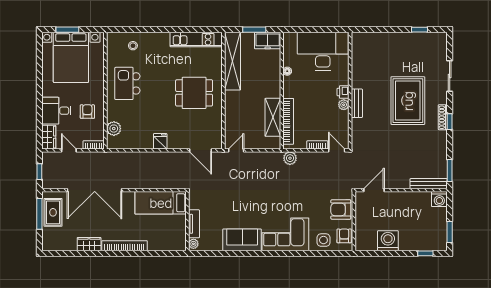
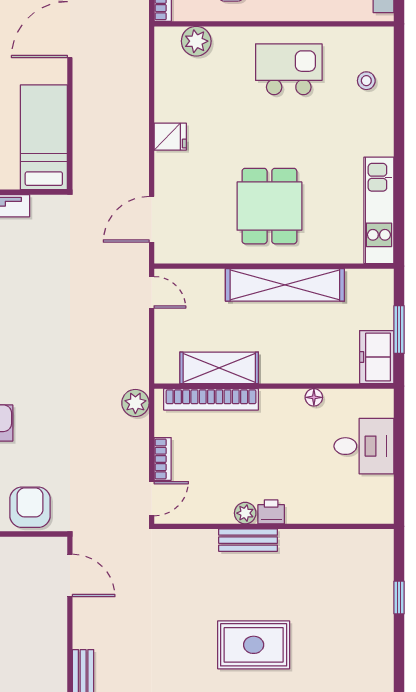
window: (419, 30) -> (399, 597), moved
desk: (323, 51) -> (364, 446), width x0.53, depth x0.77
shelving: (232, 61) -> (285, 285), moved
rug: (408, 101) -> (254, 645), width x0.73, depth x0.69

